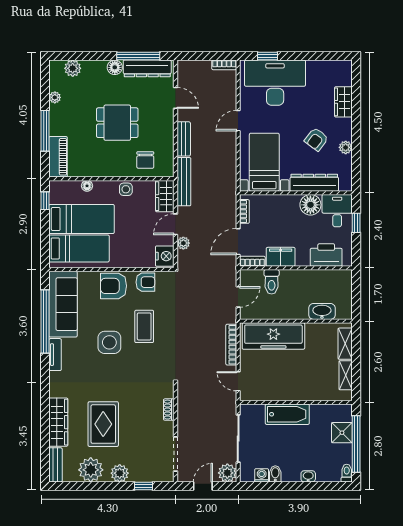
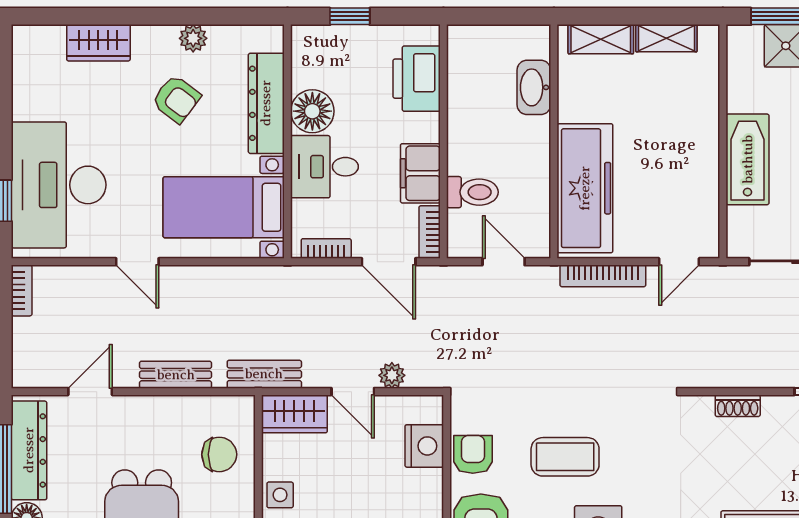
bench: (184, 182) -> (264, 374), width x0.73
desk: (337, 211) -> (324, 167), moved
nightstand: (165, 256) -> (424, 446), moved, turned 90

